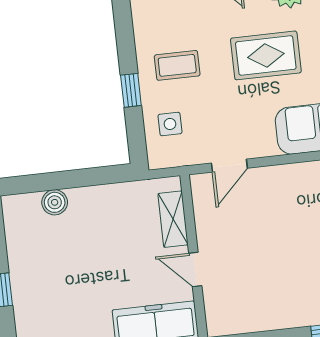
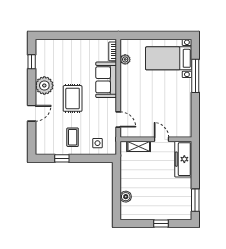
window: (131, 90) -> (62, 158), moved
door: (195, 269) -> (161, 139), swing flipped

